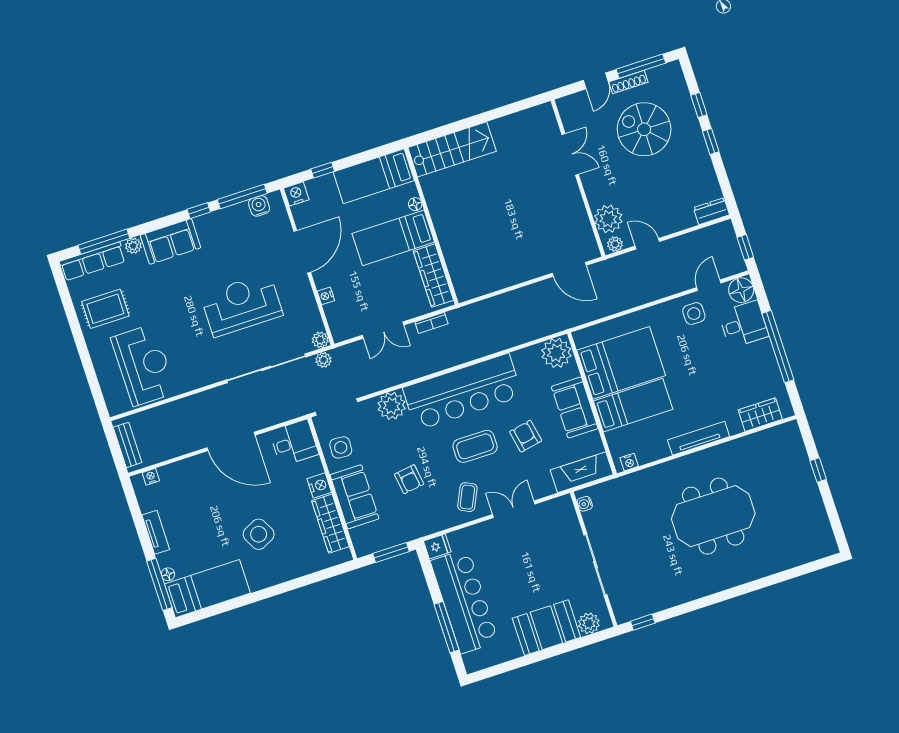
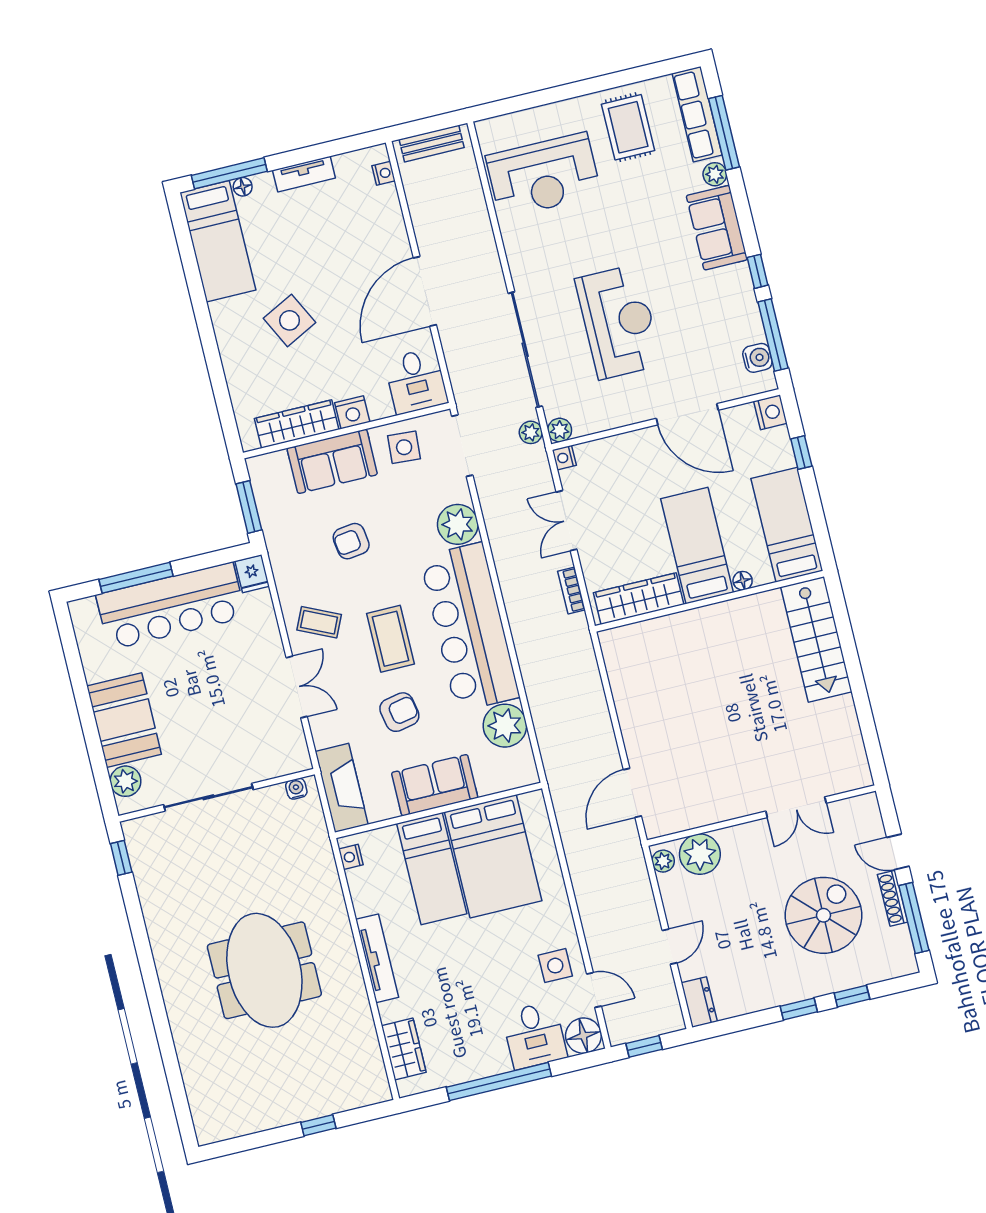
door: (647, 244) -> (670, 947), moved
nightstand: (326, 296) -> (564, 458), moved, turned -90
plant: (556, 353) -> (505, 726), moved

